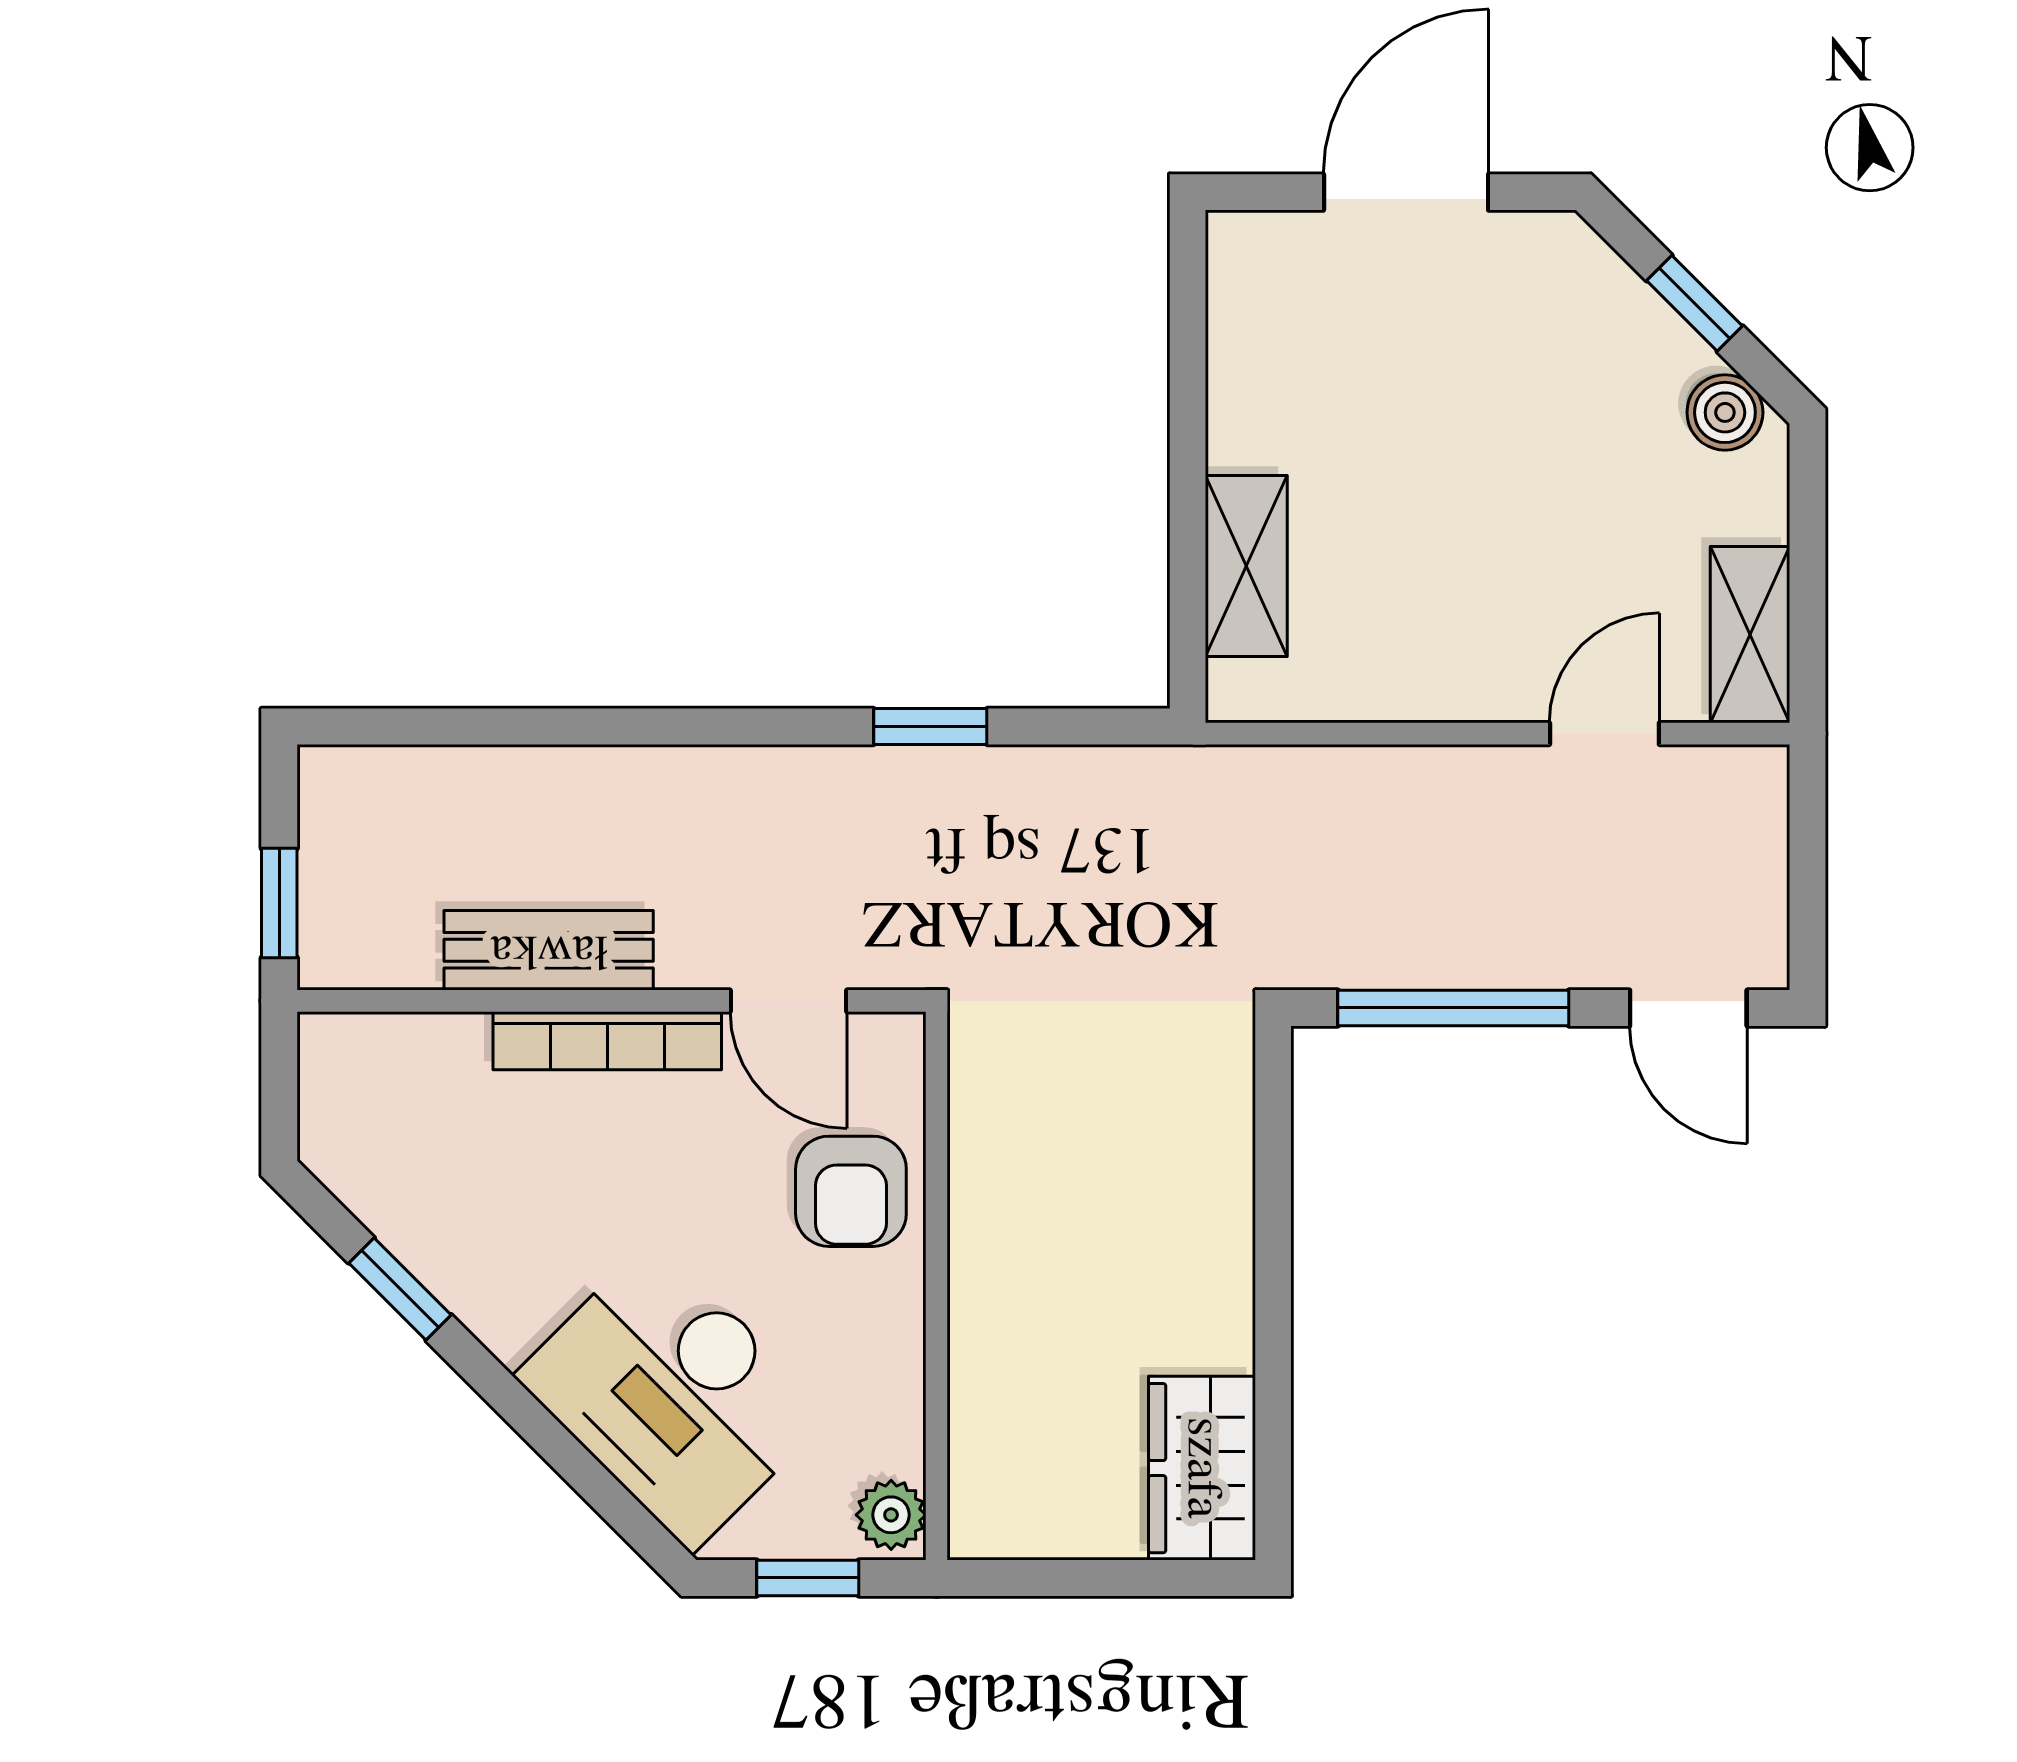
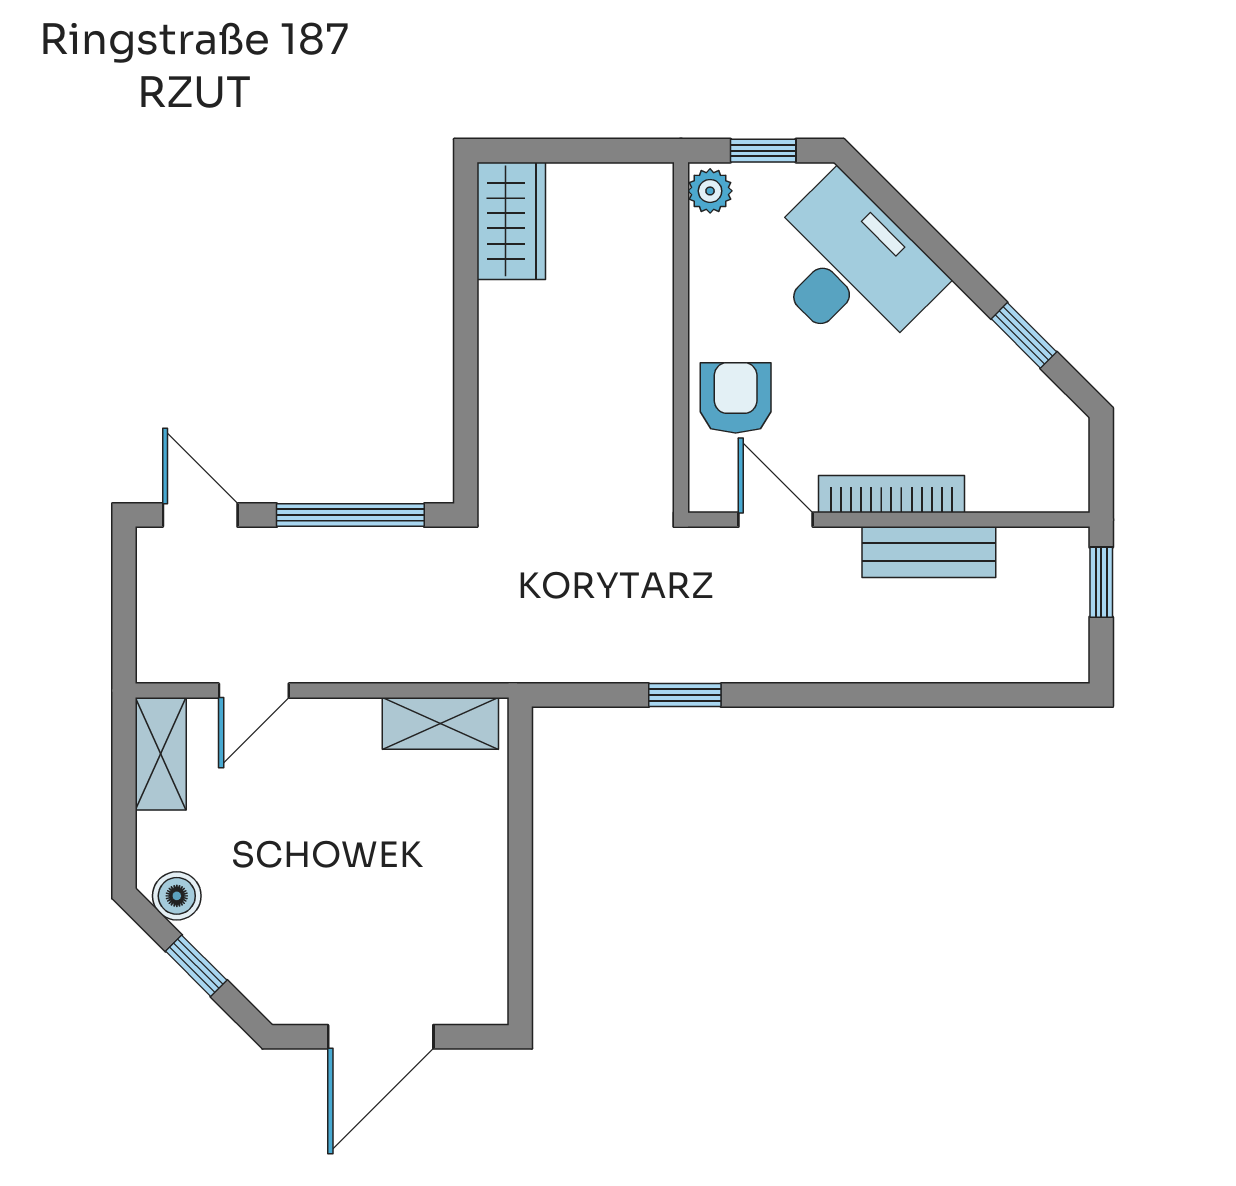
shelving: (1246, 566) -> (440, 723), moved, turned 90

